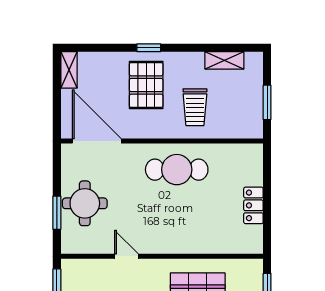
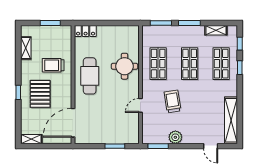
pallet: (146, 85) -> (40, 94), turned 90
trolley: (195, 107) -> (53, 65), turned 180
round table: (85, 203) -> (124, 66), moved
locker: (253, 205) -> (86, 31), moved

